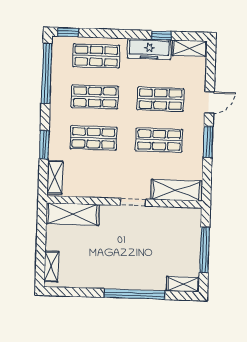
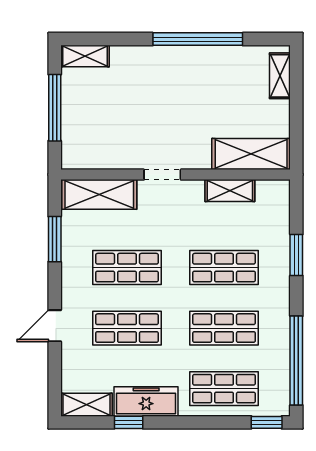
window: (208, 142) -> (55, 239), moved
shelving: (55, 177) -> (230, 191), moved, turned 90
window: (135, 294) -> (198, 39), moved

